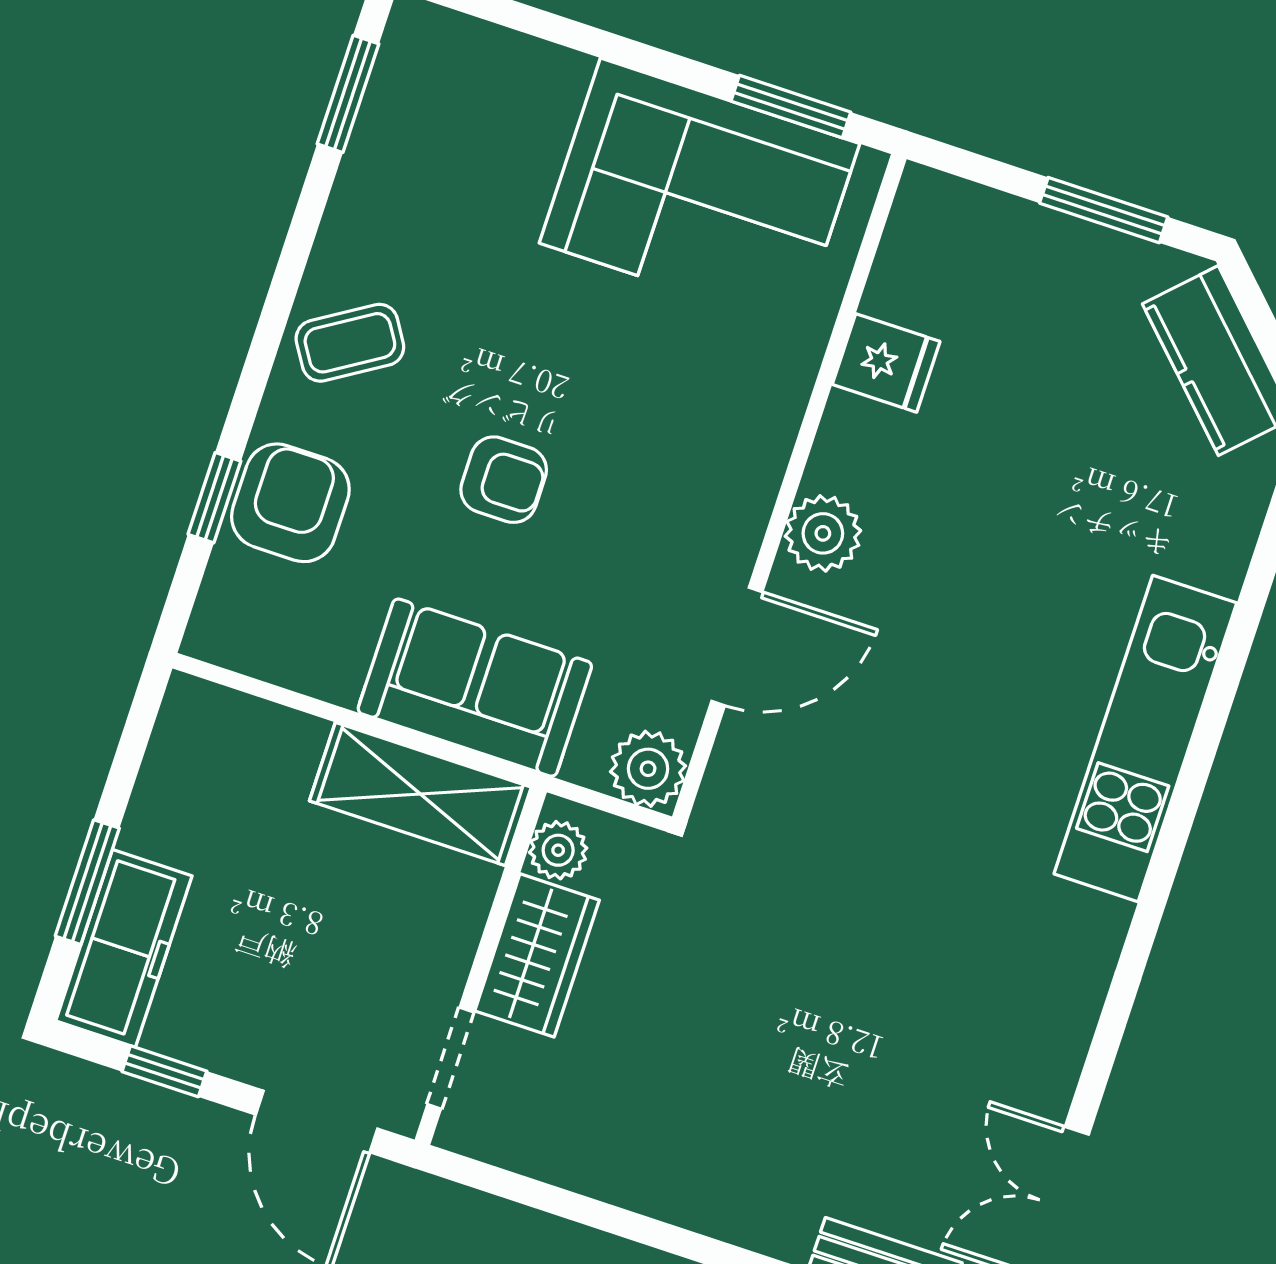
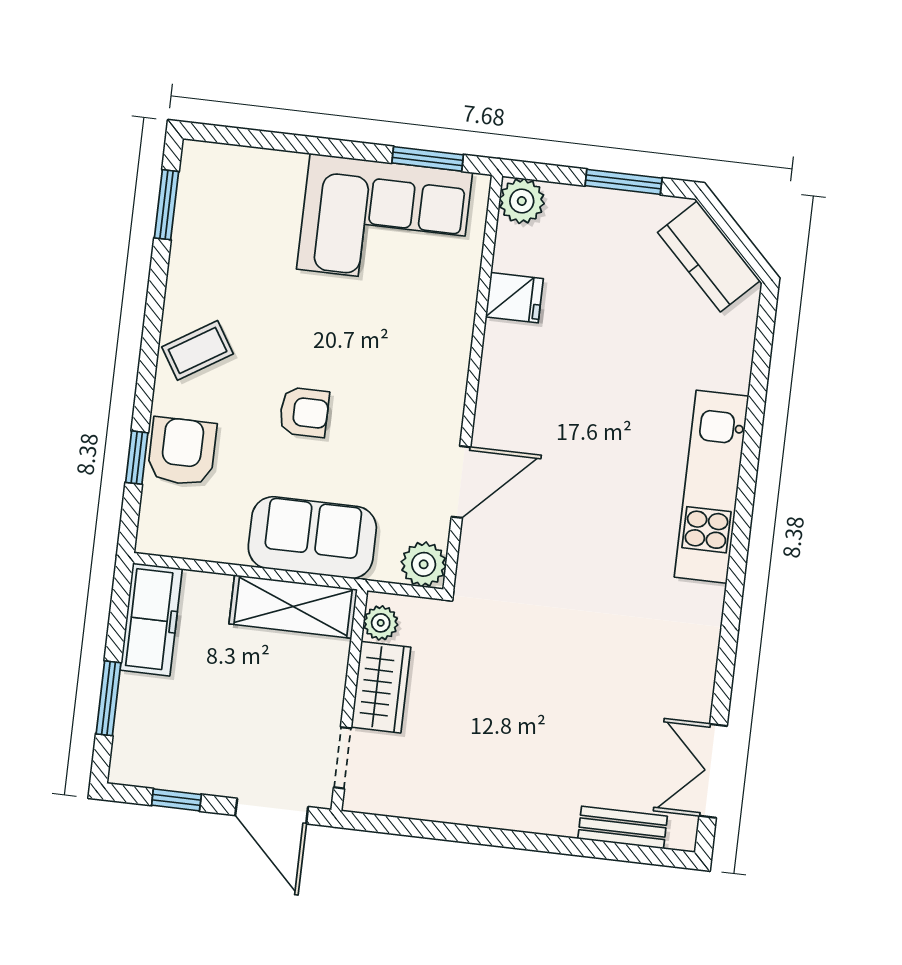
plant: (823, 533) -> (522, 201), moved
freezer: (124, 948) -> (151, 619), moved

